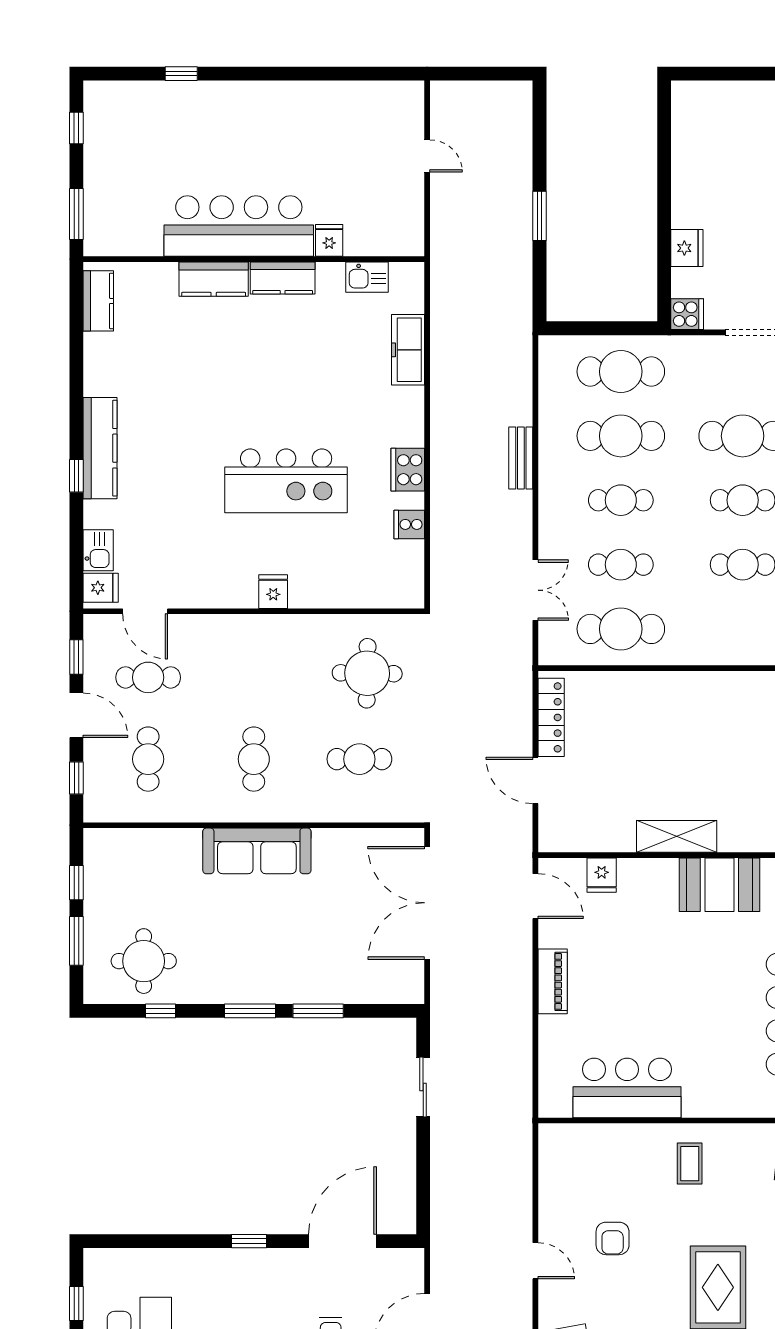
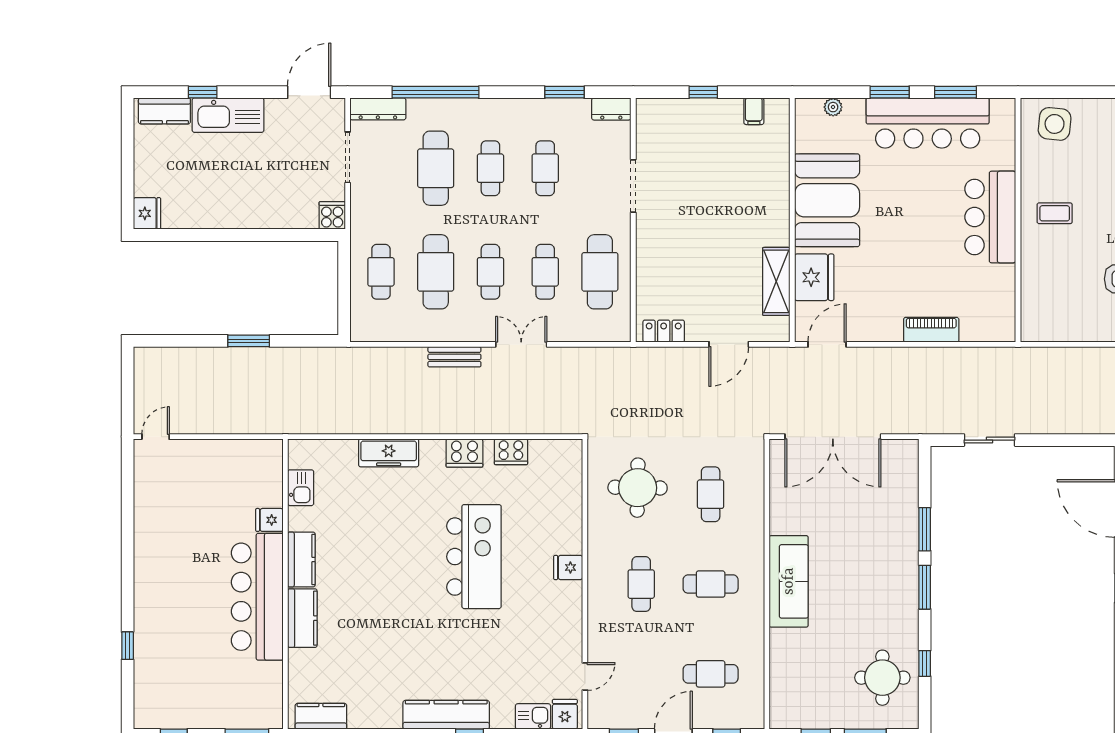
door: (427, 156) -> (156, 437), moved
fridge: (687, 248) -> (147, 213), moved, turned 90
freezer: (408, 350) -> (389, 453), moved
cafe table: (621, 372) -> (381, 272), width x0.73, depth x0.74
cooker: (409, 524) -> (511, 452), width x1.36
double door: (535, 590) -> (521, 344), moved
door: (145, 611) -> (585, 676), width x0.73
doorway: (722, 668) -> (633, 186), added
cafe table: (148, 677) -> (641, 584), moved
locker: (551, 717) -> (664, 331), width x0.66
shelving: (677, 836) -> (776, 281), moved
fridge: (602, 875) -> (814, 277), width x1.88, depth x1.34
booth: (719, 885) -> (827, 200), width x1.36, depth x1.42
piano: (553, 981) -> (931, 330), moved
bar counter: (627, 1088) -> (990, 217), moved

